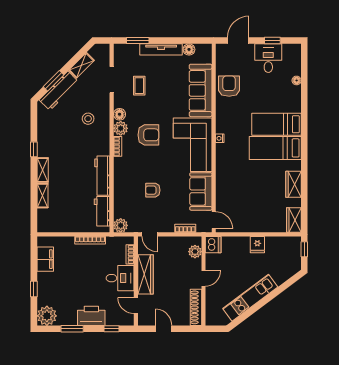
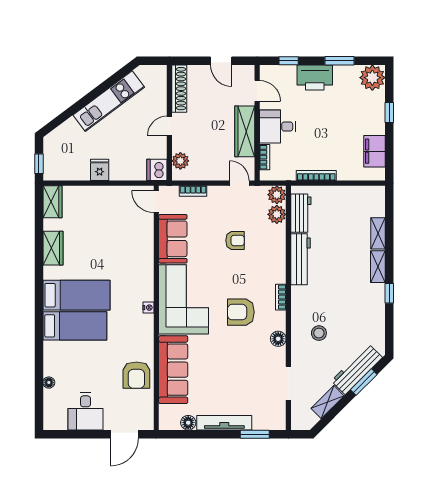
window: (272, 41) -> (80, 434), removed
coffee table: (139, 86) -> (253, 376), removed
plant: (121, 128) -> (277, 214), moved

